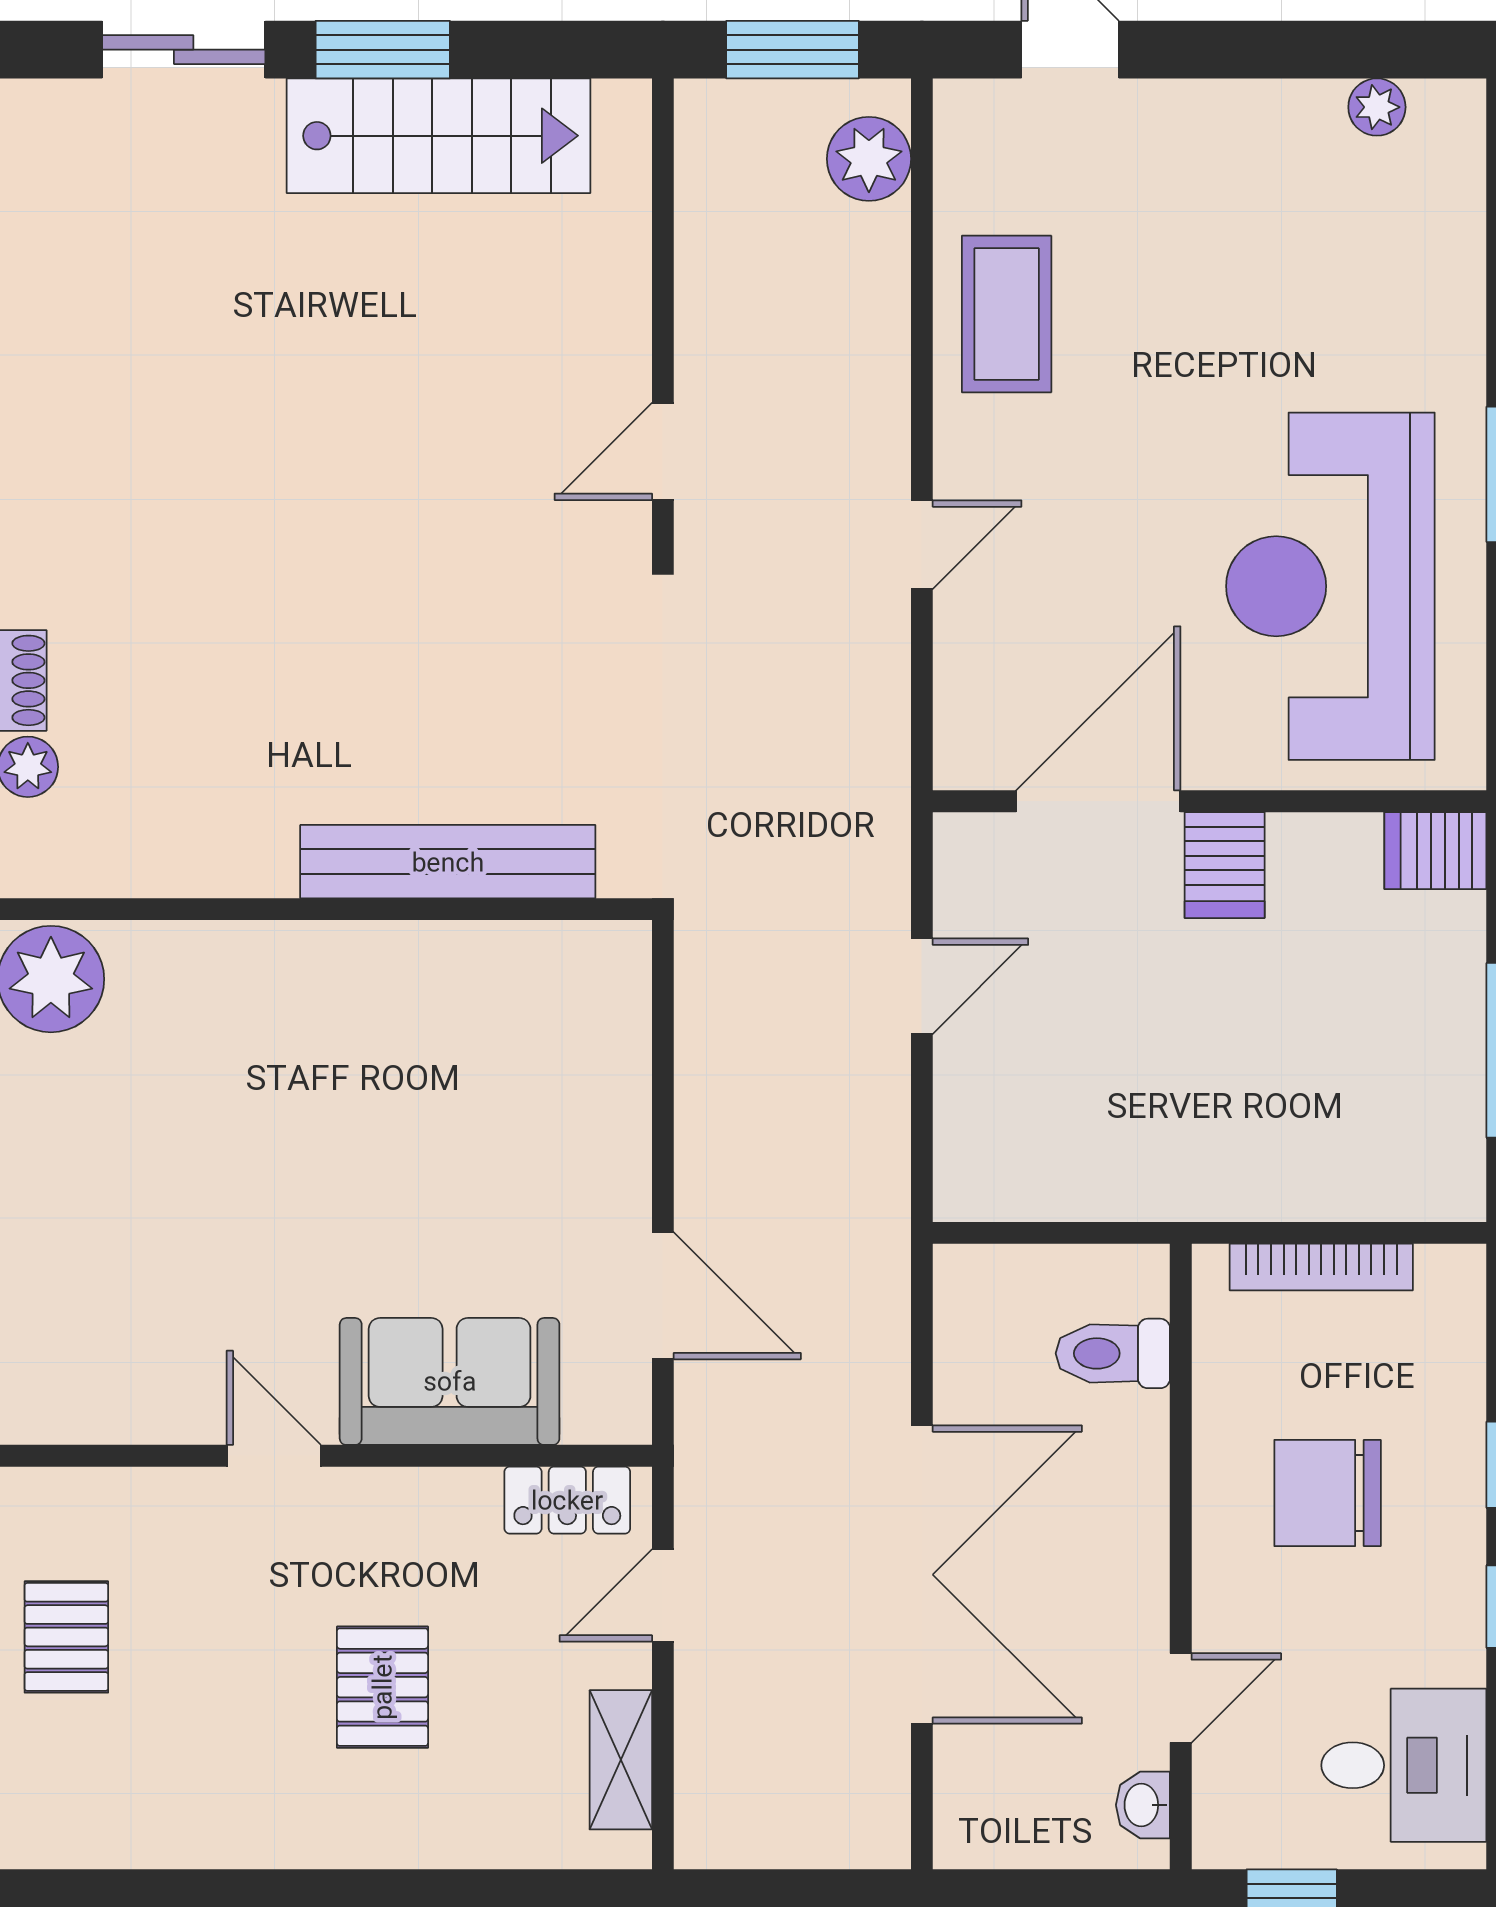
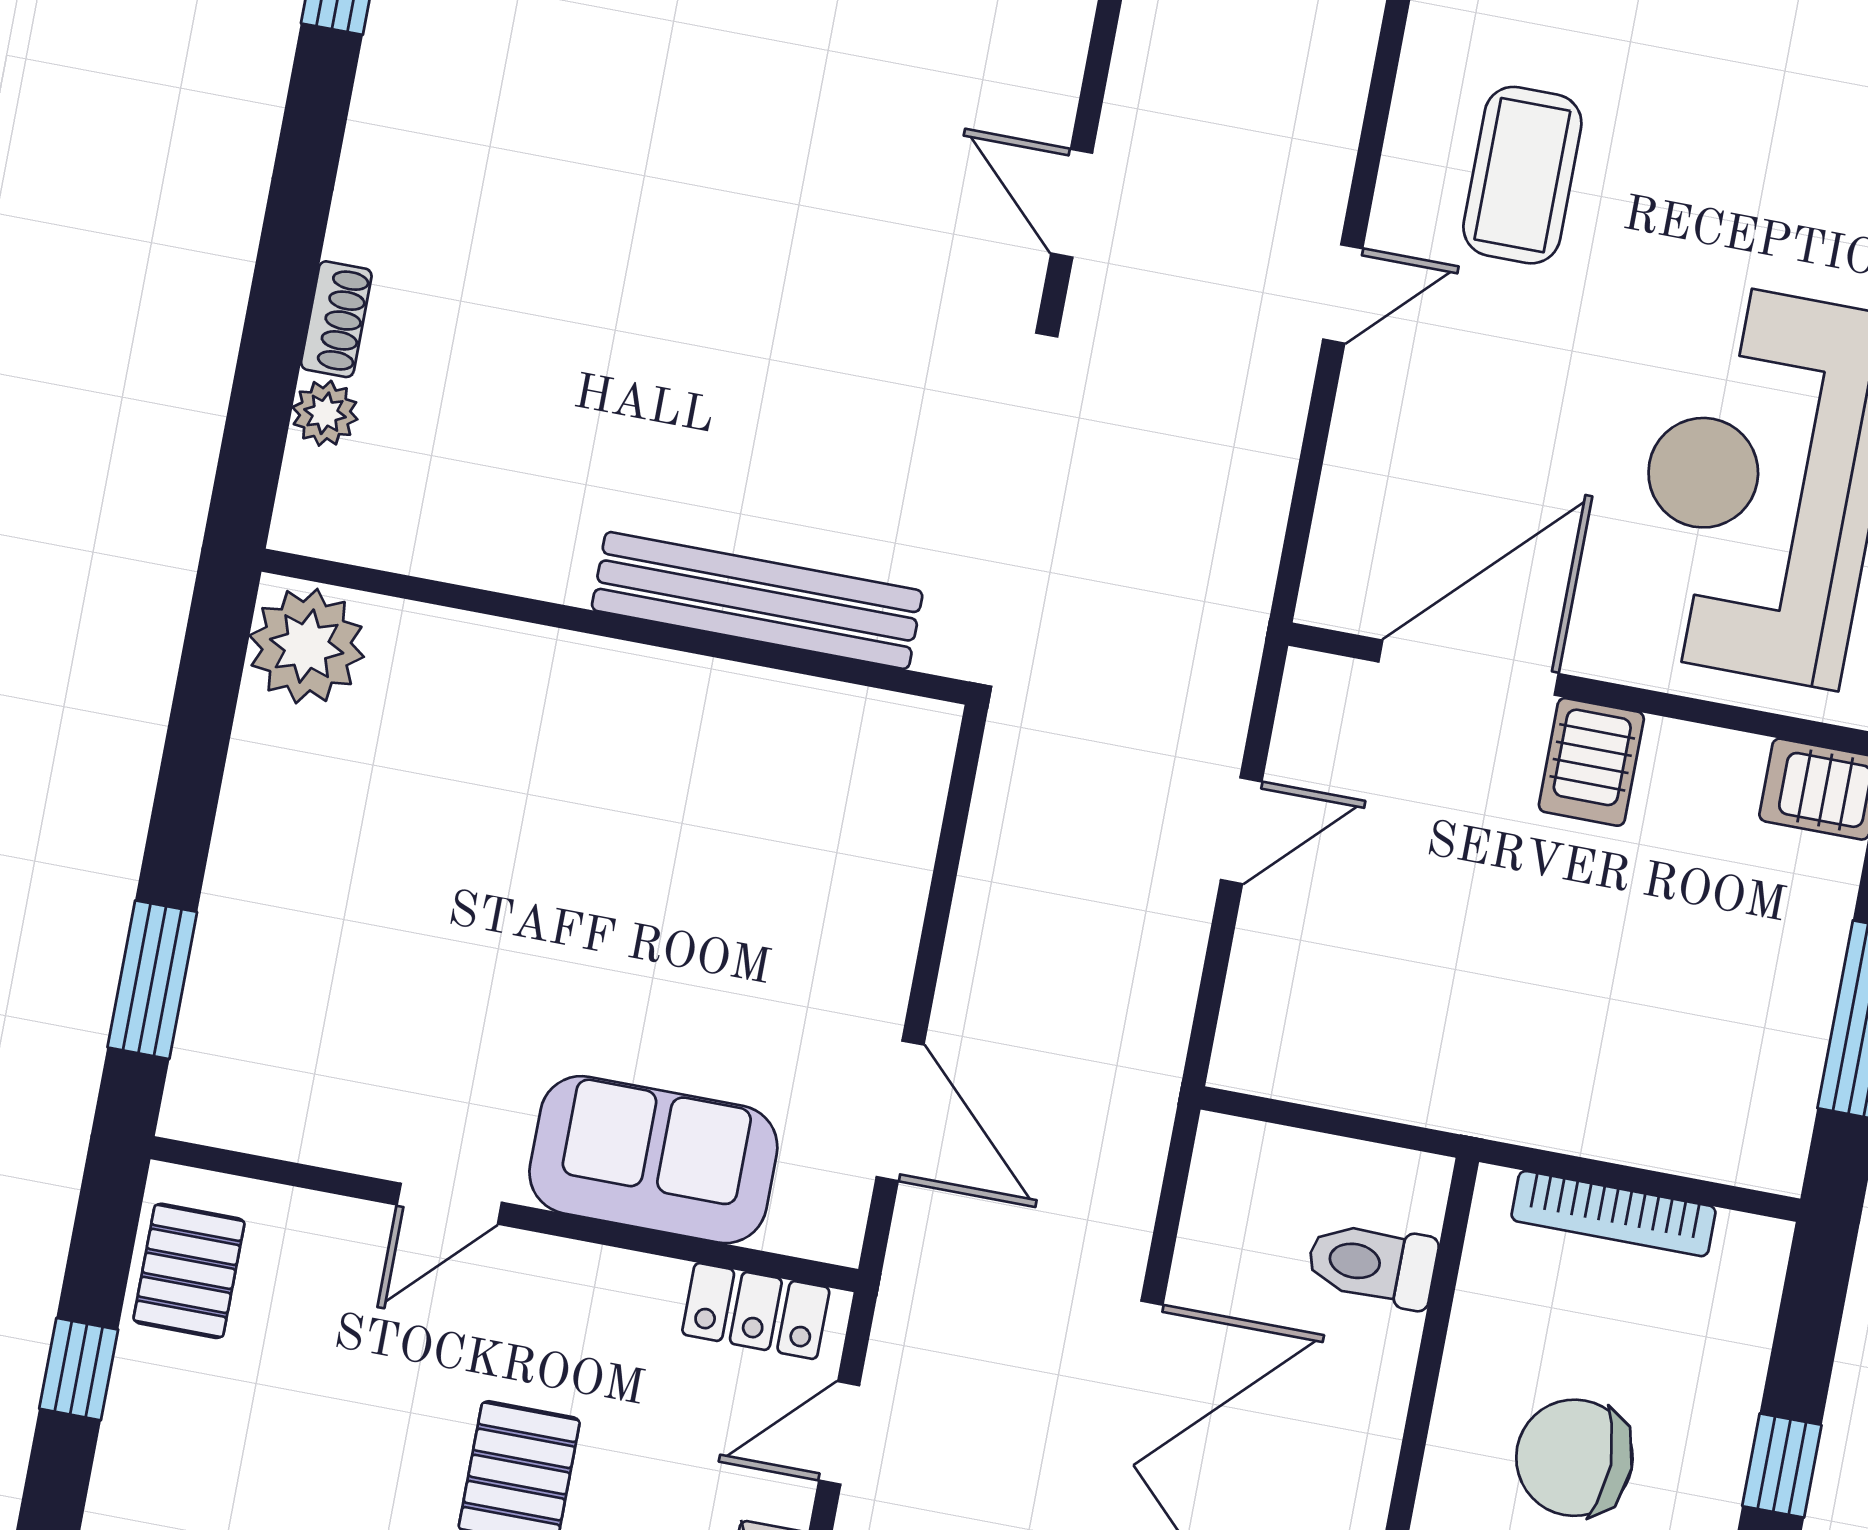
coffee table: (1007, 314) -> (1522, 175), moved
door: (663, 451) -> (1072, 203), hinge flipped
door: (922, 545) -> (1343, 294), moved
door: (274, 1456) -> (449, 1204), swing flipped
pallet: (66, 1637) -> (189, 1271), moved

